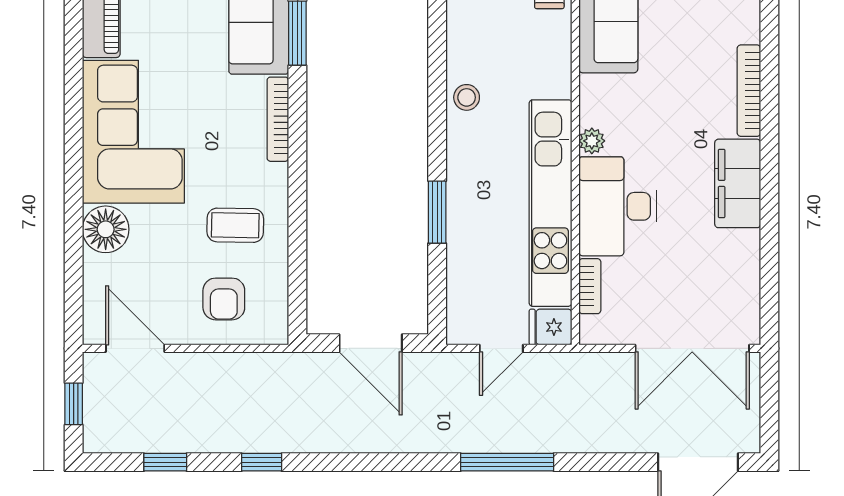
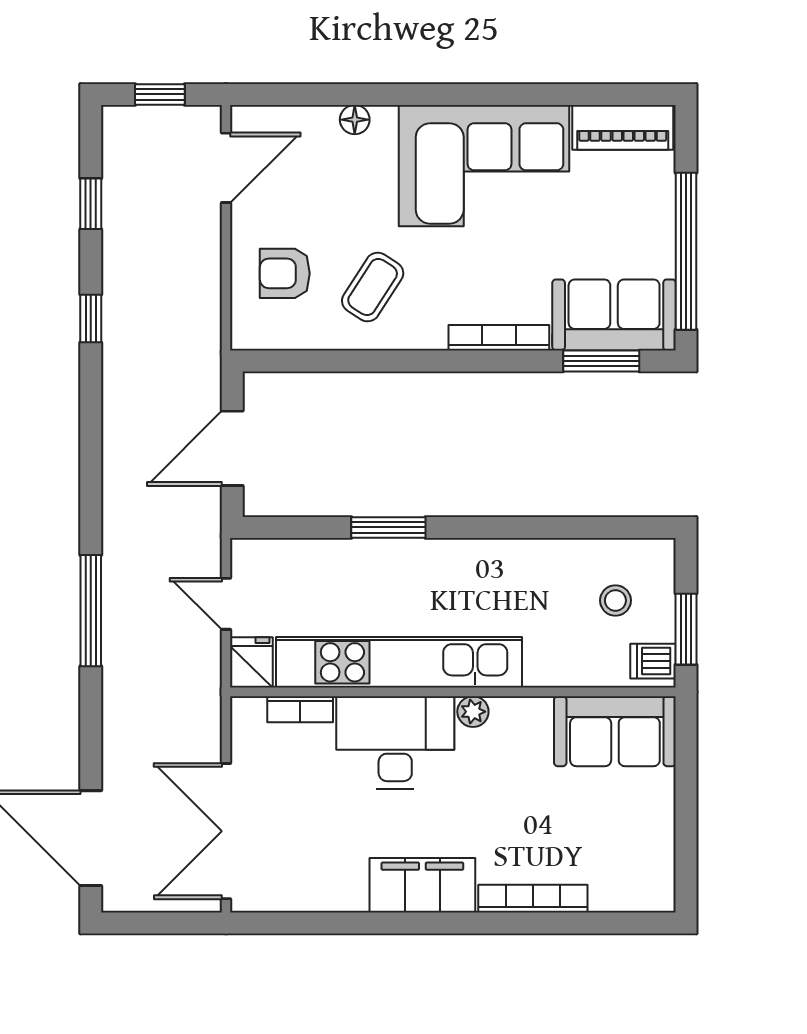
stool: (467, 97) -> (615, 600), moved
coffee table: (235, 225) -> (373, 287), turned 32
floor lamp: (106, 229) -> (355, 120), width x0.53, depth x0.53

